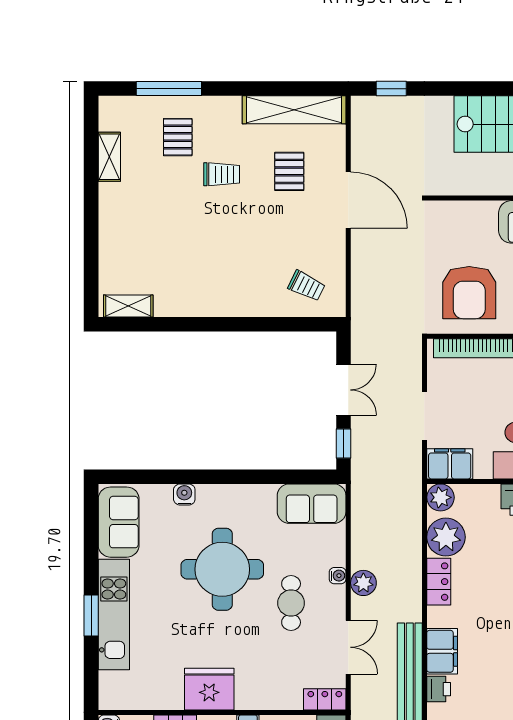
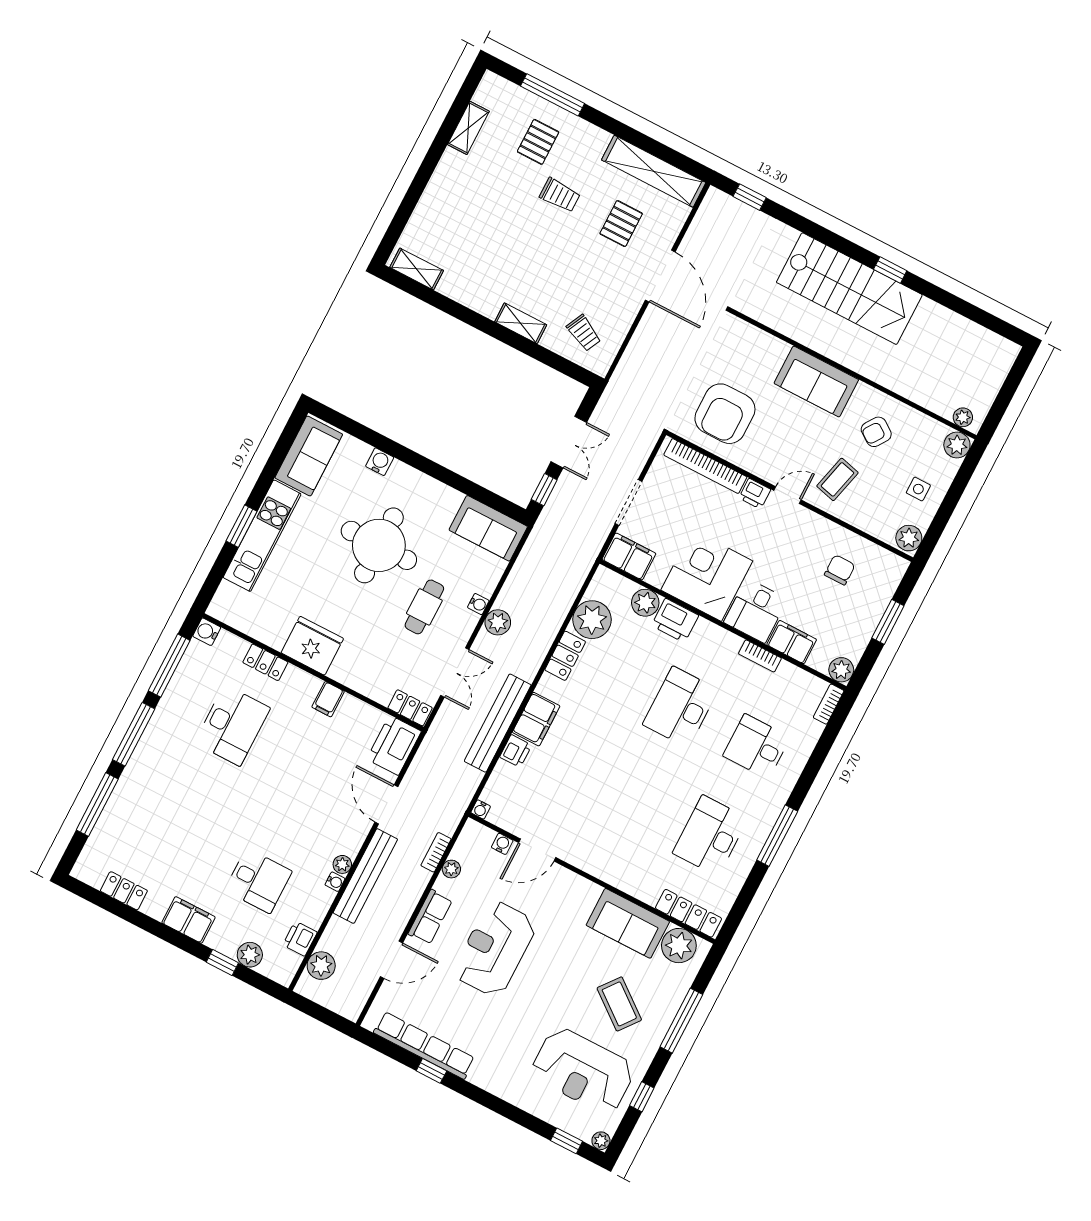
shelving: (246, 306) -> (521, 323), added
plant: (440, 497) -> (645, 603), moved

